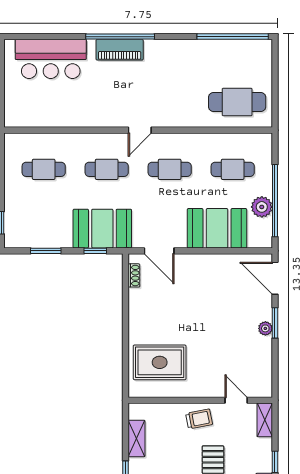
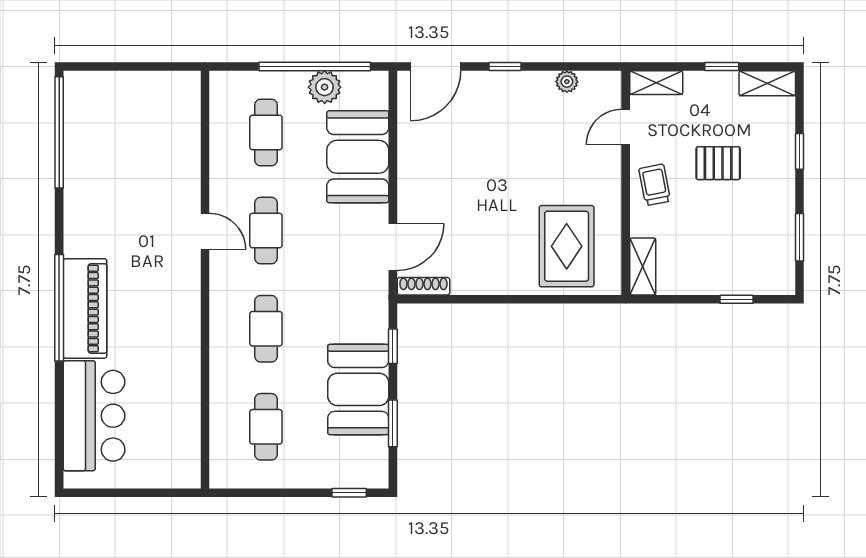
piano: (120, 50) -> (85, 308), width x1.37, depth x1.33
cafe table: (237, 102) -> (161, 125), removed
door: (140, 130) -> (205, 231), moved
booth: (102, 229) -> (358, 389), moved
shoe rack: (134, 275) -> (423, 286), width x1.43
window: (275, 323) -> (505, 67), width x0.67
plant: (265, 328) -> (567, 82), moved
shelving: (137, 438) -> (643, 266), moved, turned 90

